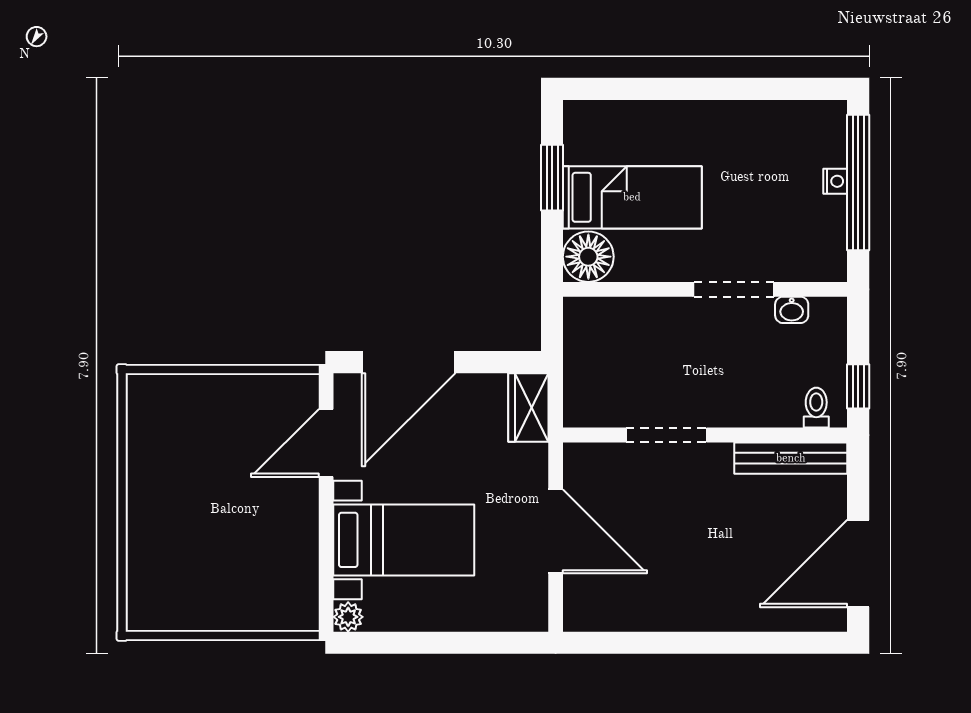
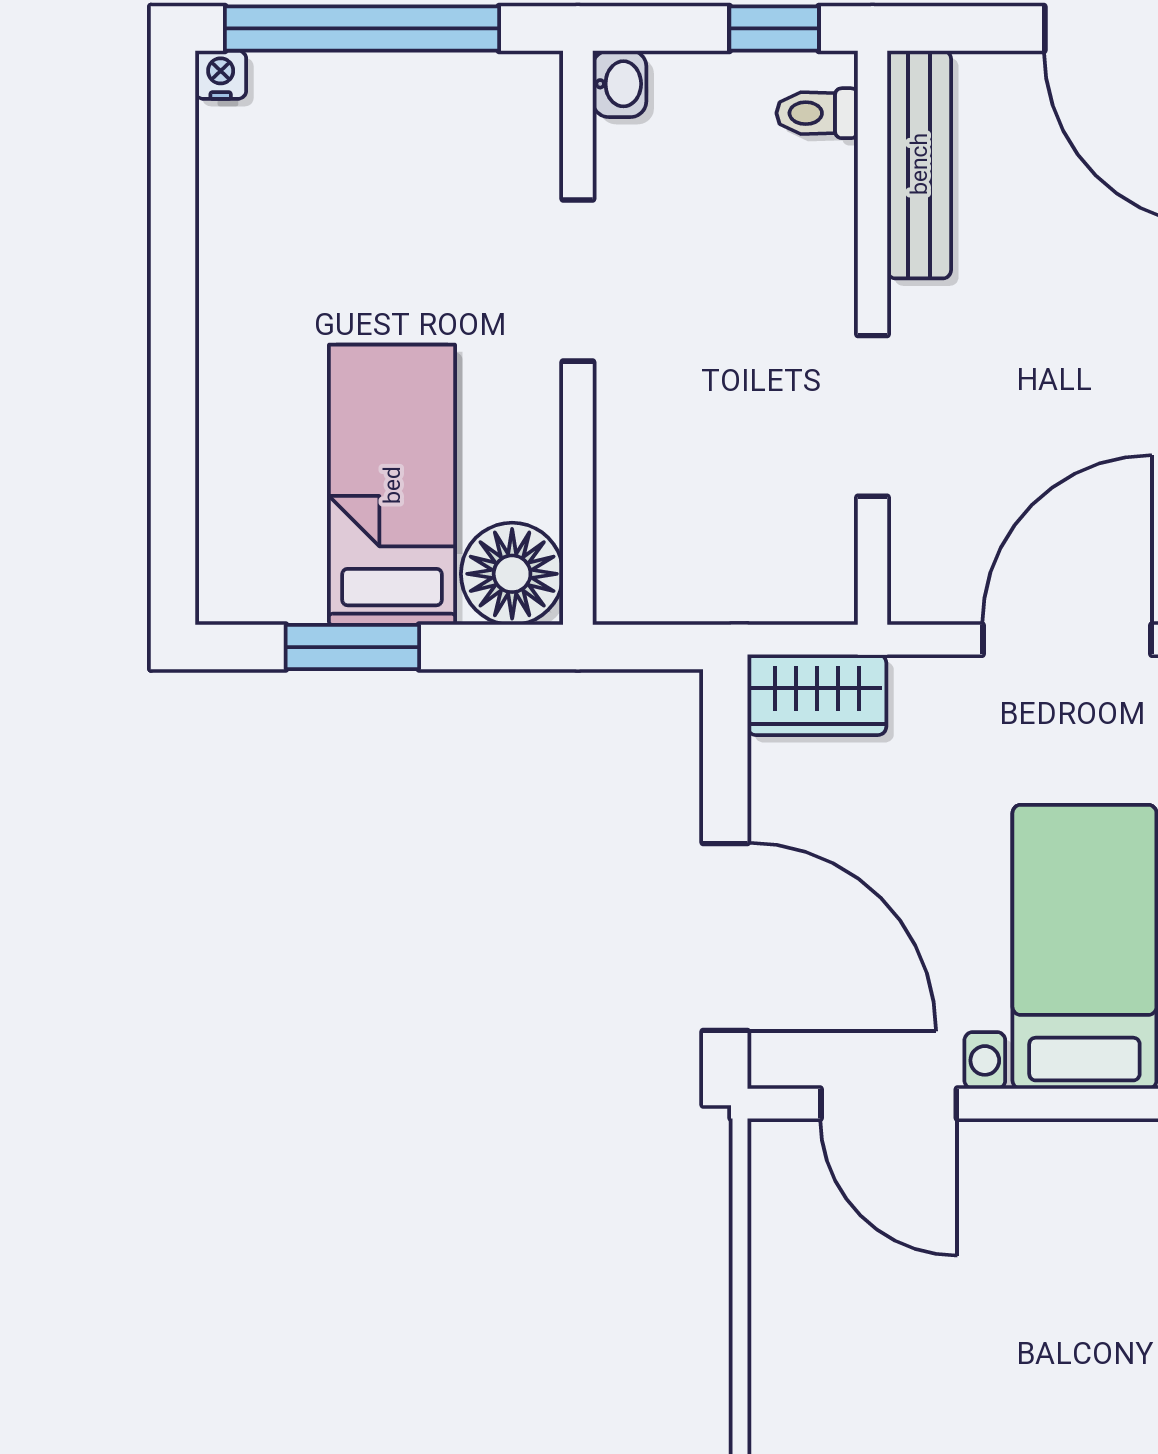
nightstand: (835, 181) -> (221, 75), moved
washbasin: (792, 310) -> (620, 84), moved

